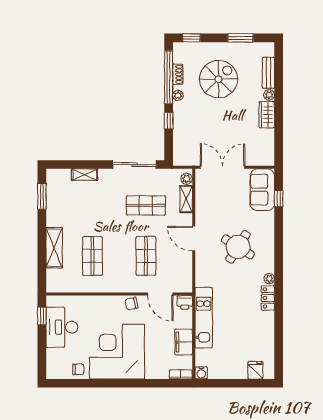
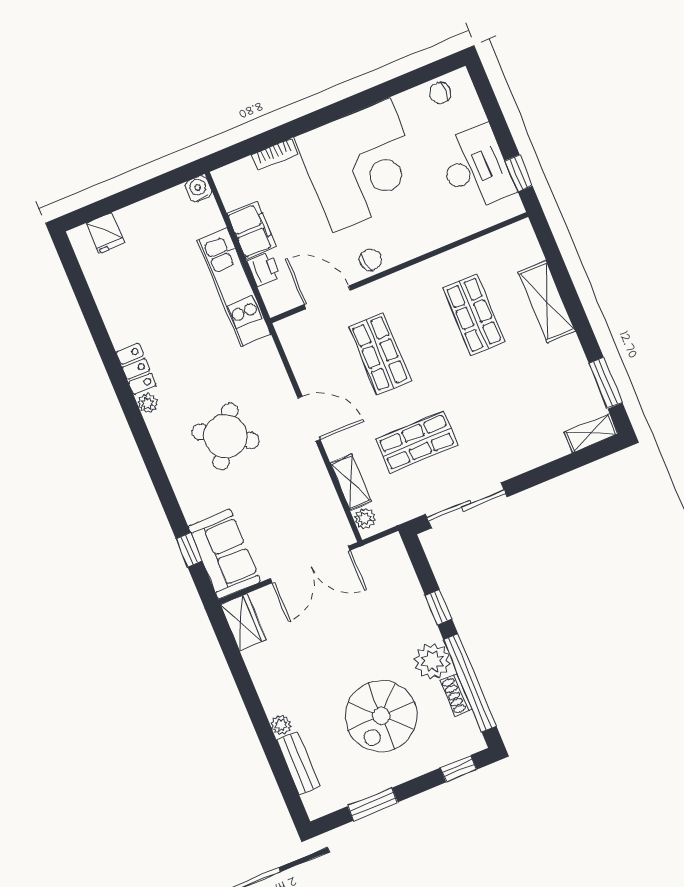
plant: (178, 95) -> (432, 661), width x1.87, depth x1.87
wardrobe: (267, 115) -> (243, 622), moved
shelving: (85, 175) -> (591, 433), moved
printer: (185, 302) -> (264, 269), moved, turned 90
chair: (78, 369) -> (440, 93), moved
bookcase: (181, 374) -> (275, 154), moved

